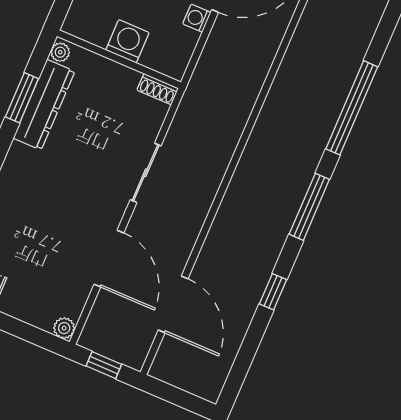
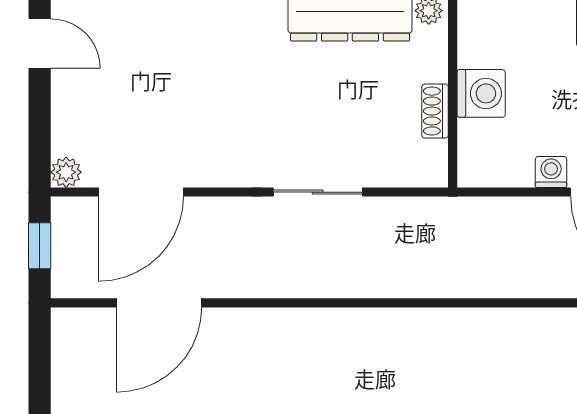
shoe rack: (158, 89) -> (435, 111), moved
door: (109, 259) -> (141, 192), moved

